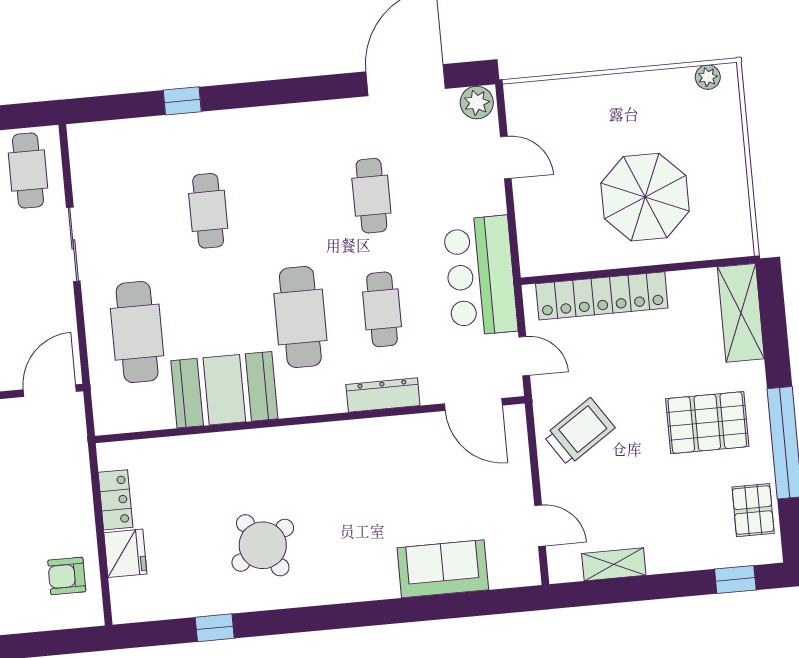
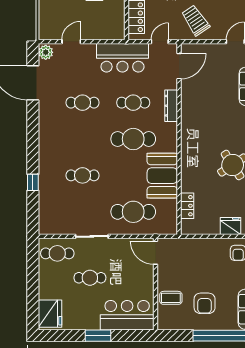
locker: (116, 500) -> (187, 206), moved, turned 90

